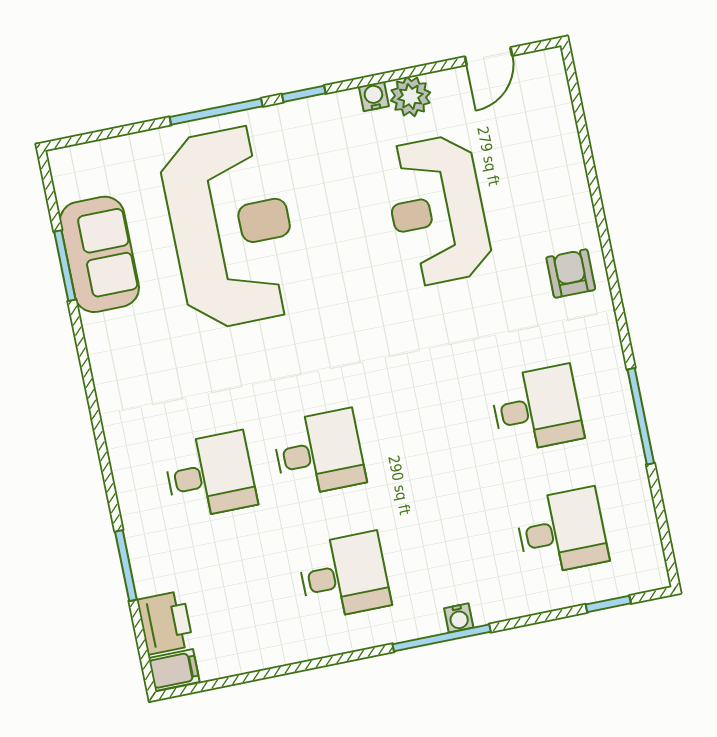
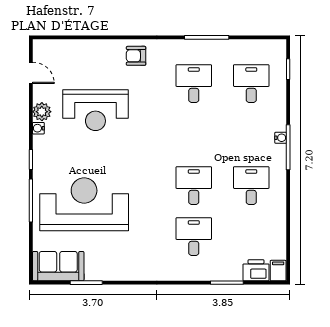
sofa: (99, 254) -> (58, 266), moved

